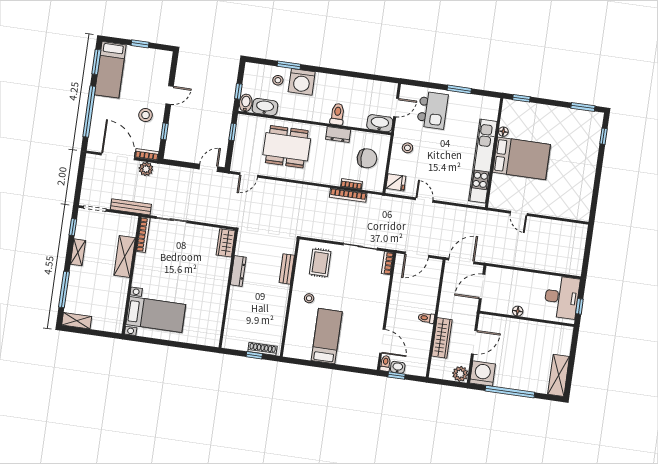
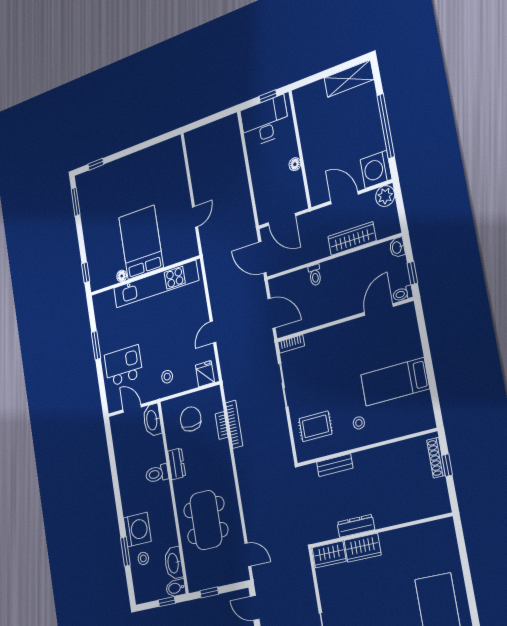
wardrobe: (221, 271) -> (363, 548), added
toilet: (426, 318) -> (315, 275), moved
washbasin: (398, 367) -> (397, 247), moved

